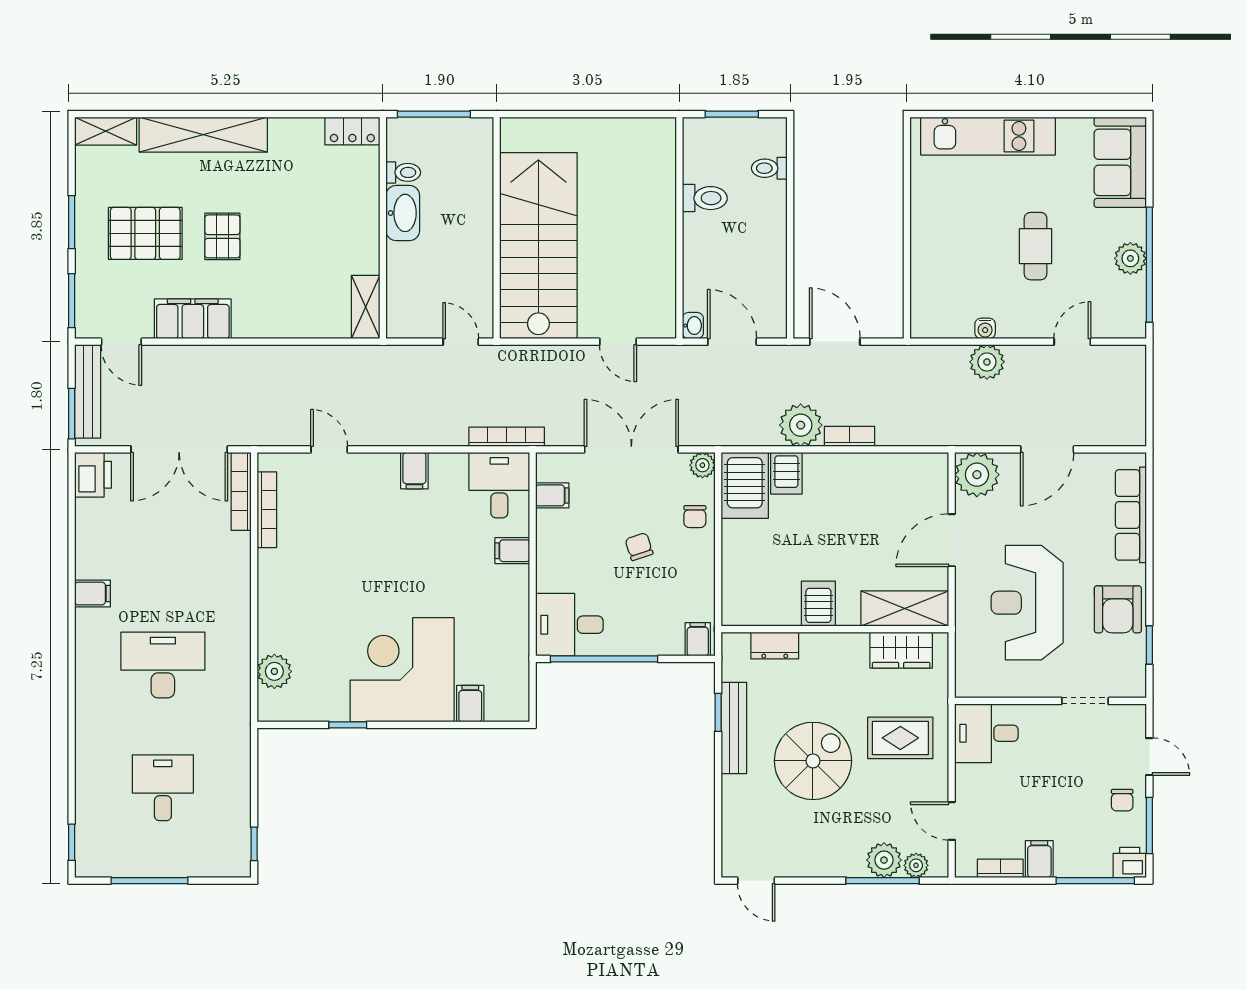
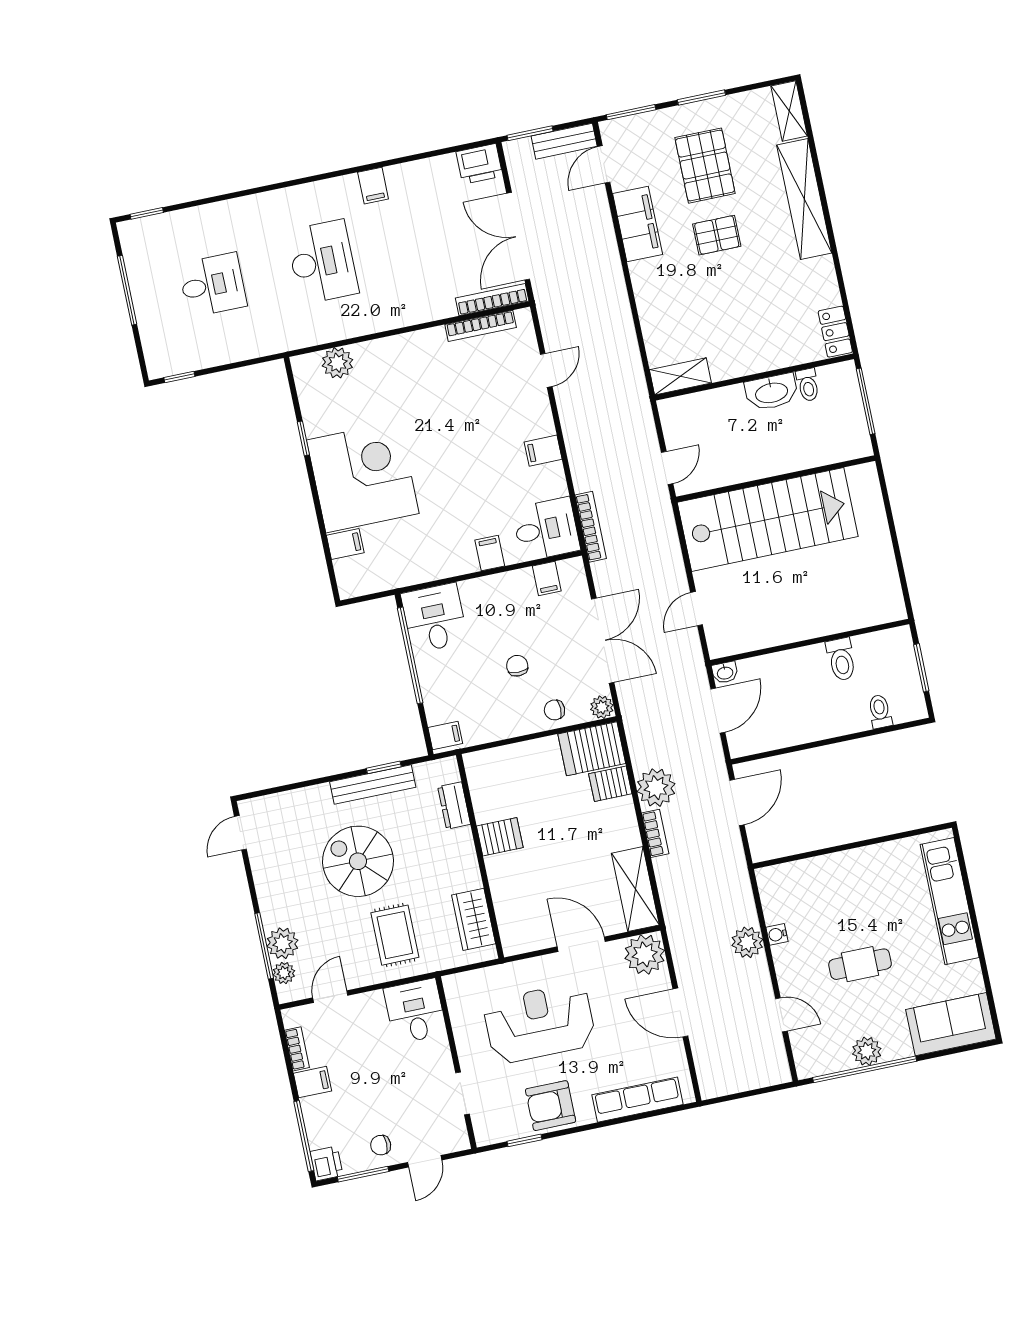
bench: (88, 391) -> (564, 141), width x0.73
chair: (639, 547) -> (517, 666), turned -72
shelving: (905, 608) -> (635, 889), moved
spiral stairs: (813, 761) -> (358, 861), turned 180

